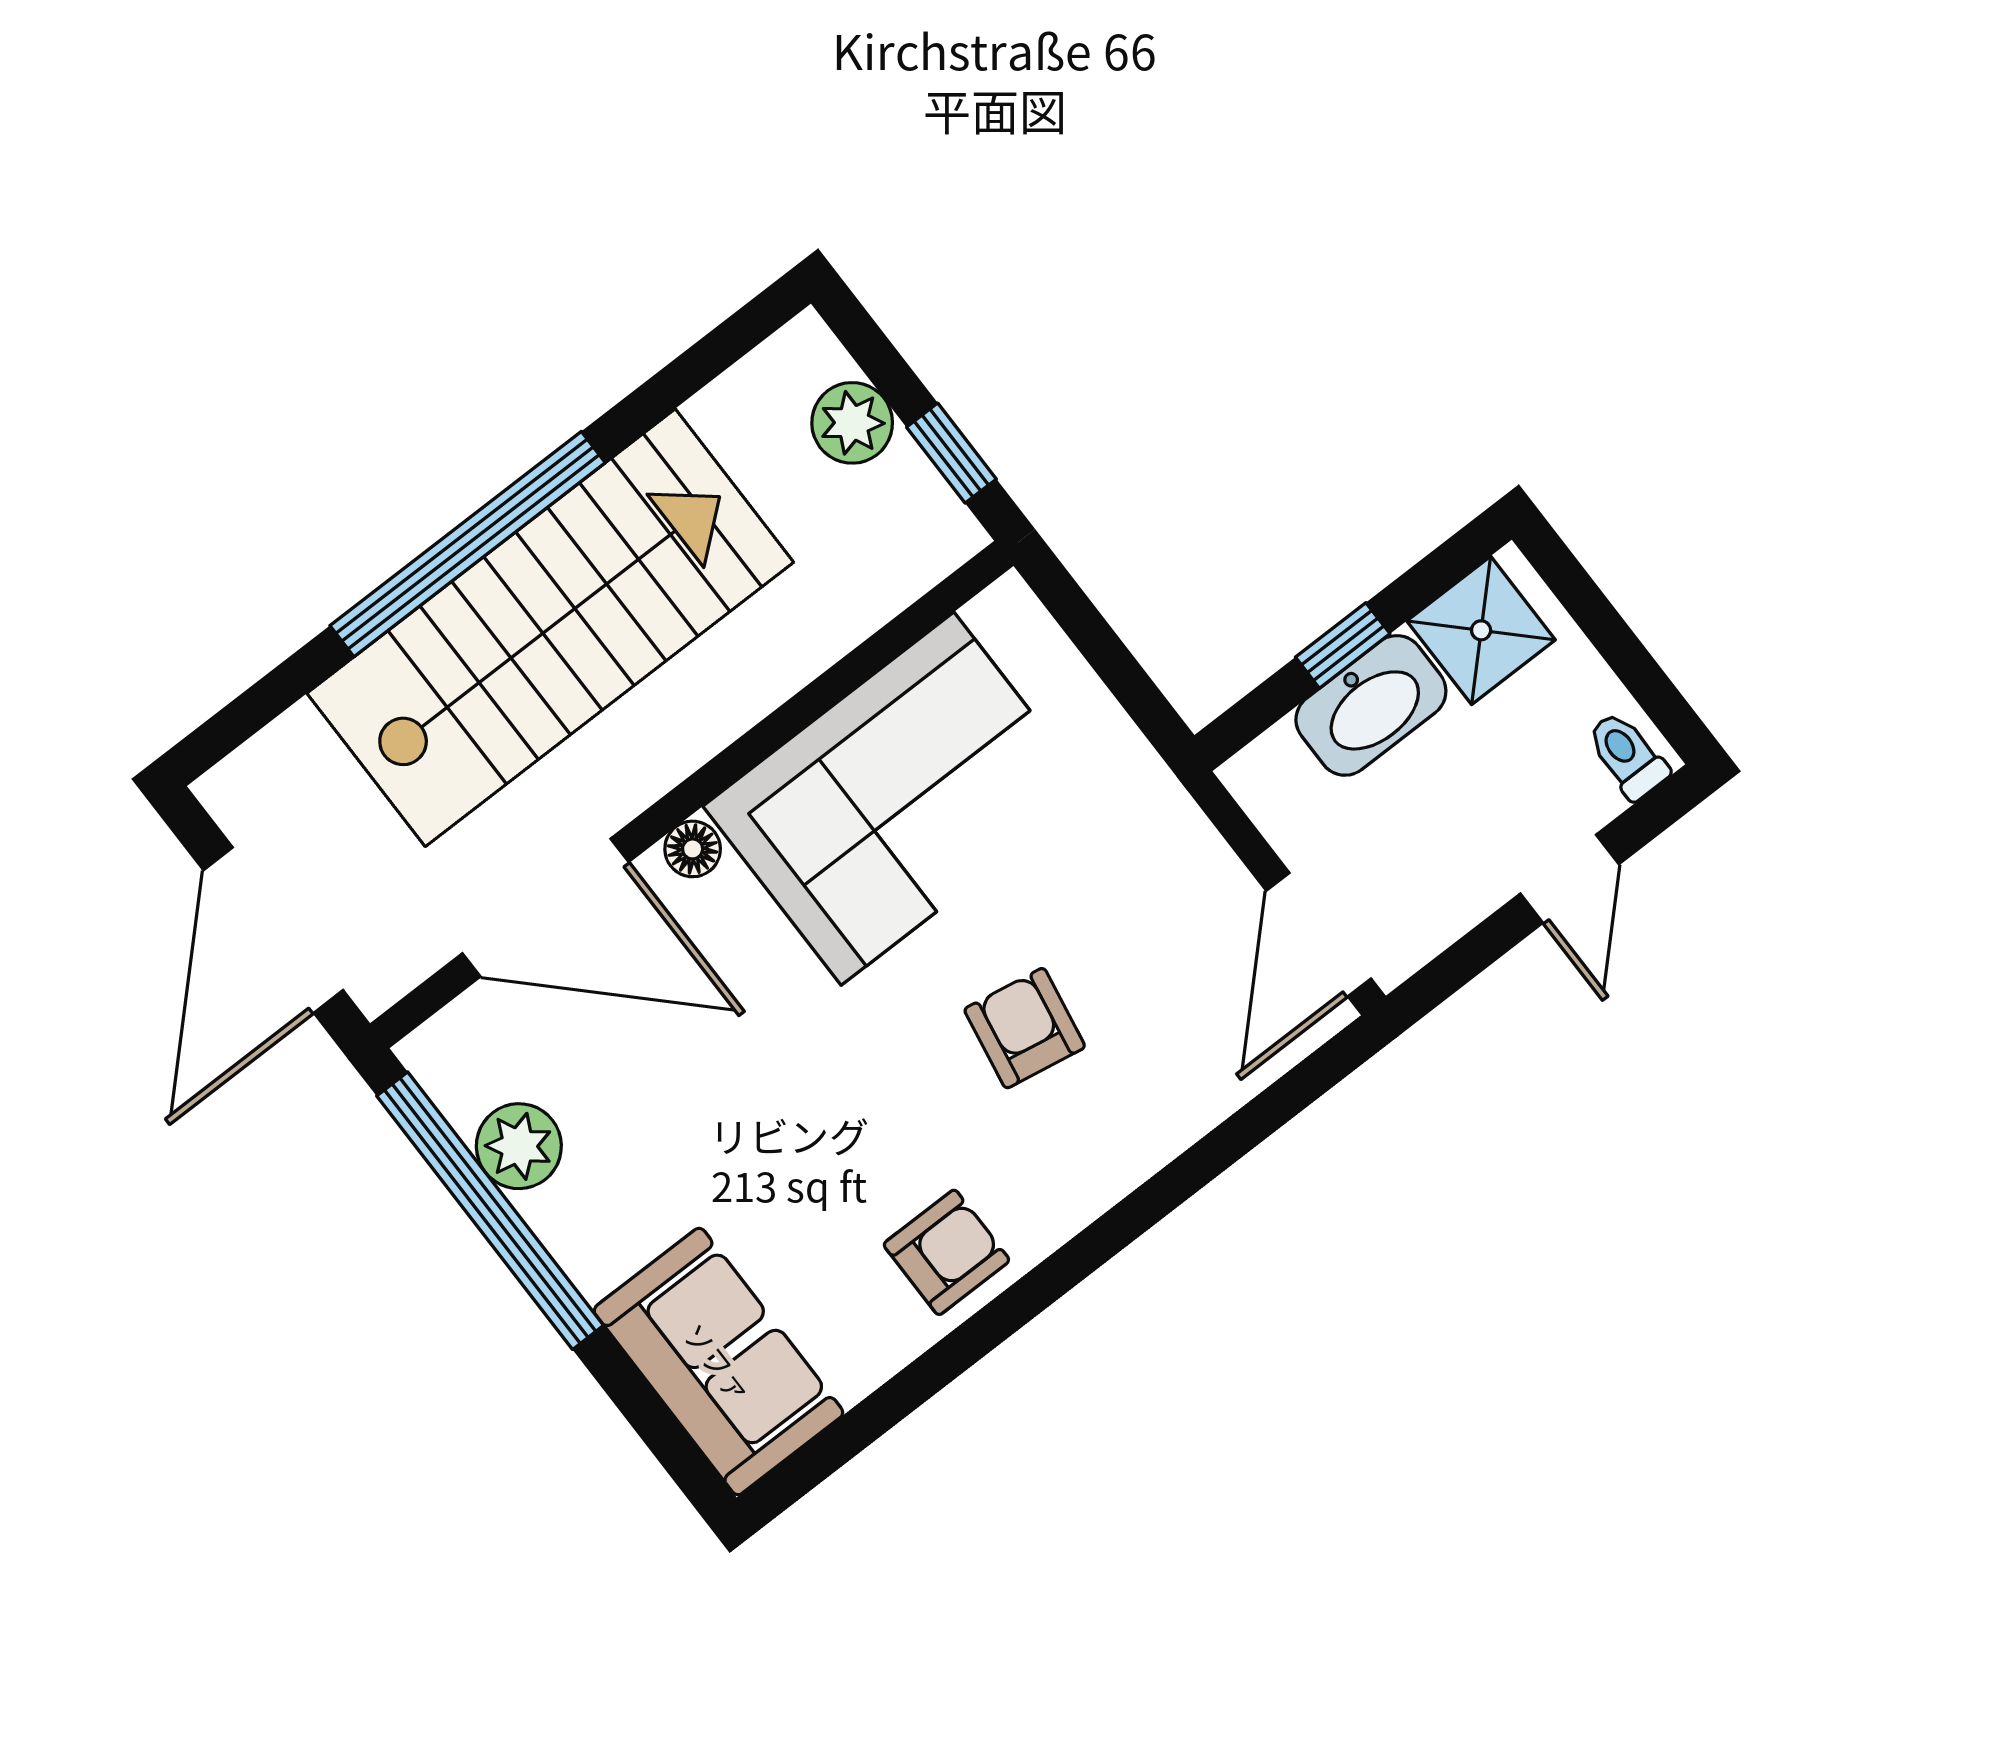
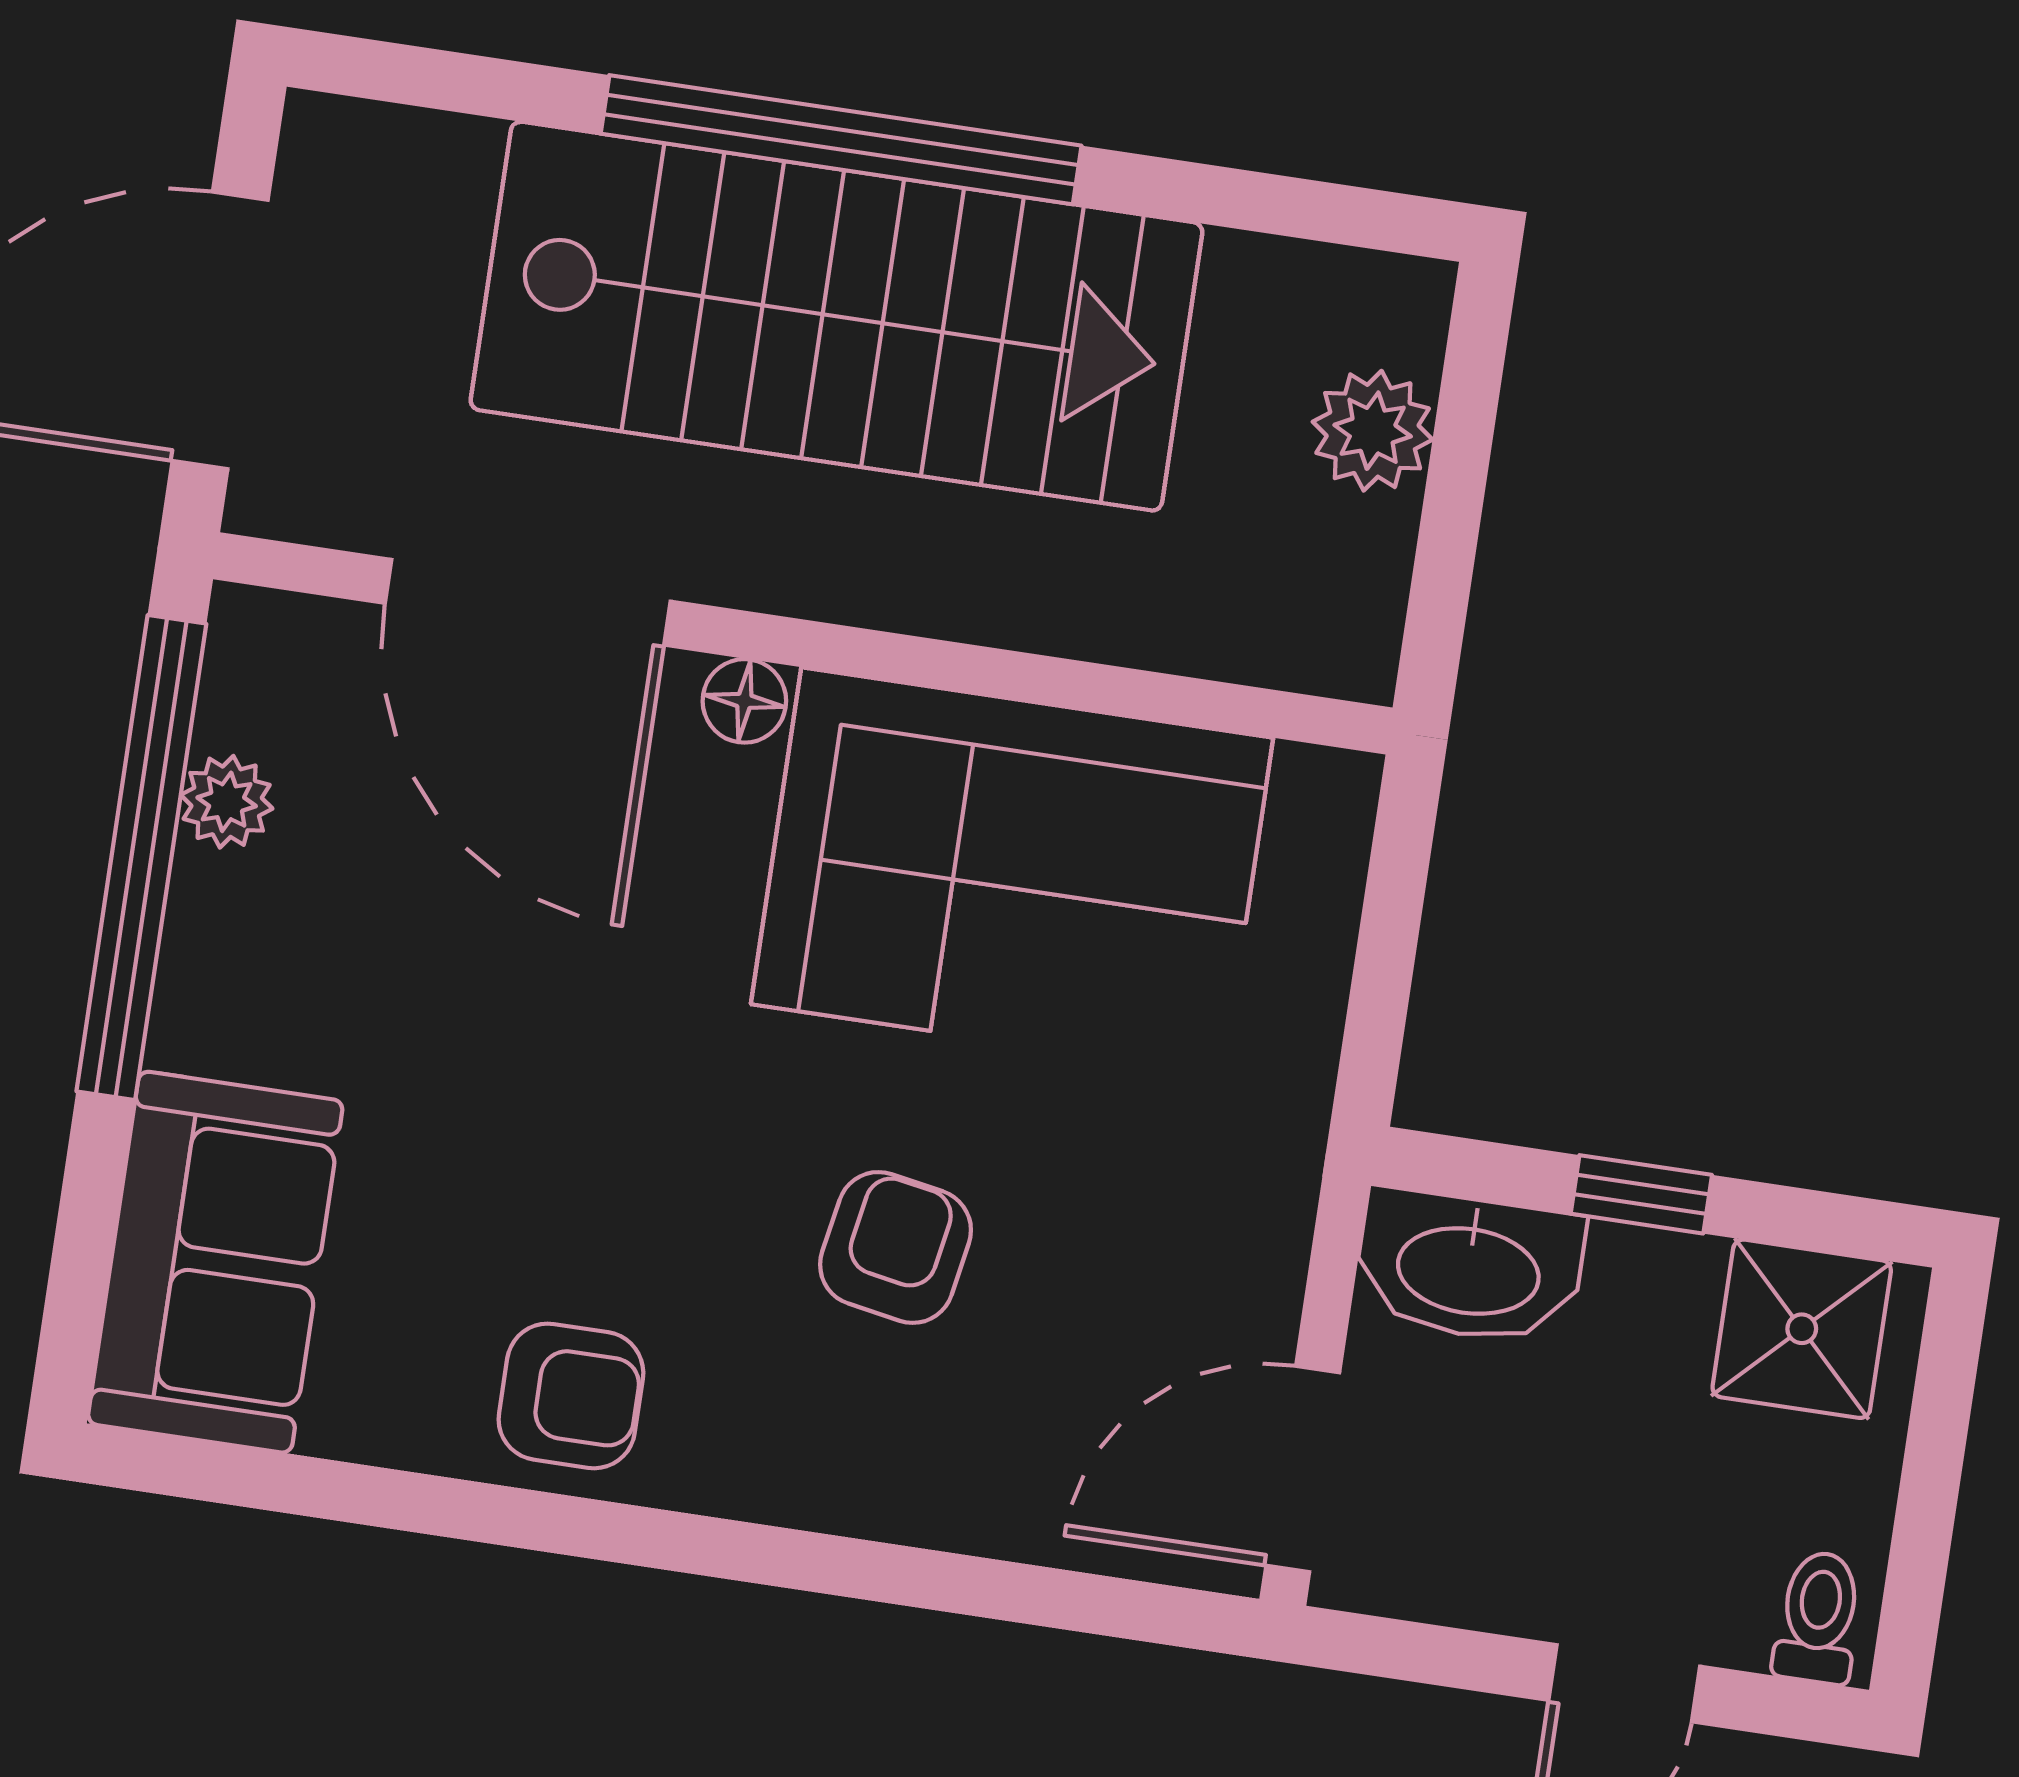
window: (951, 453) -> (1443, 570), removed
washbasin: (1371, 705) -> (1469, 1267), moved
plant: (519, 1146) -> (227, 802), width x0.73, depth x0.73

